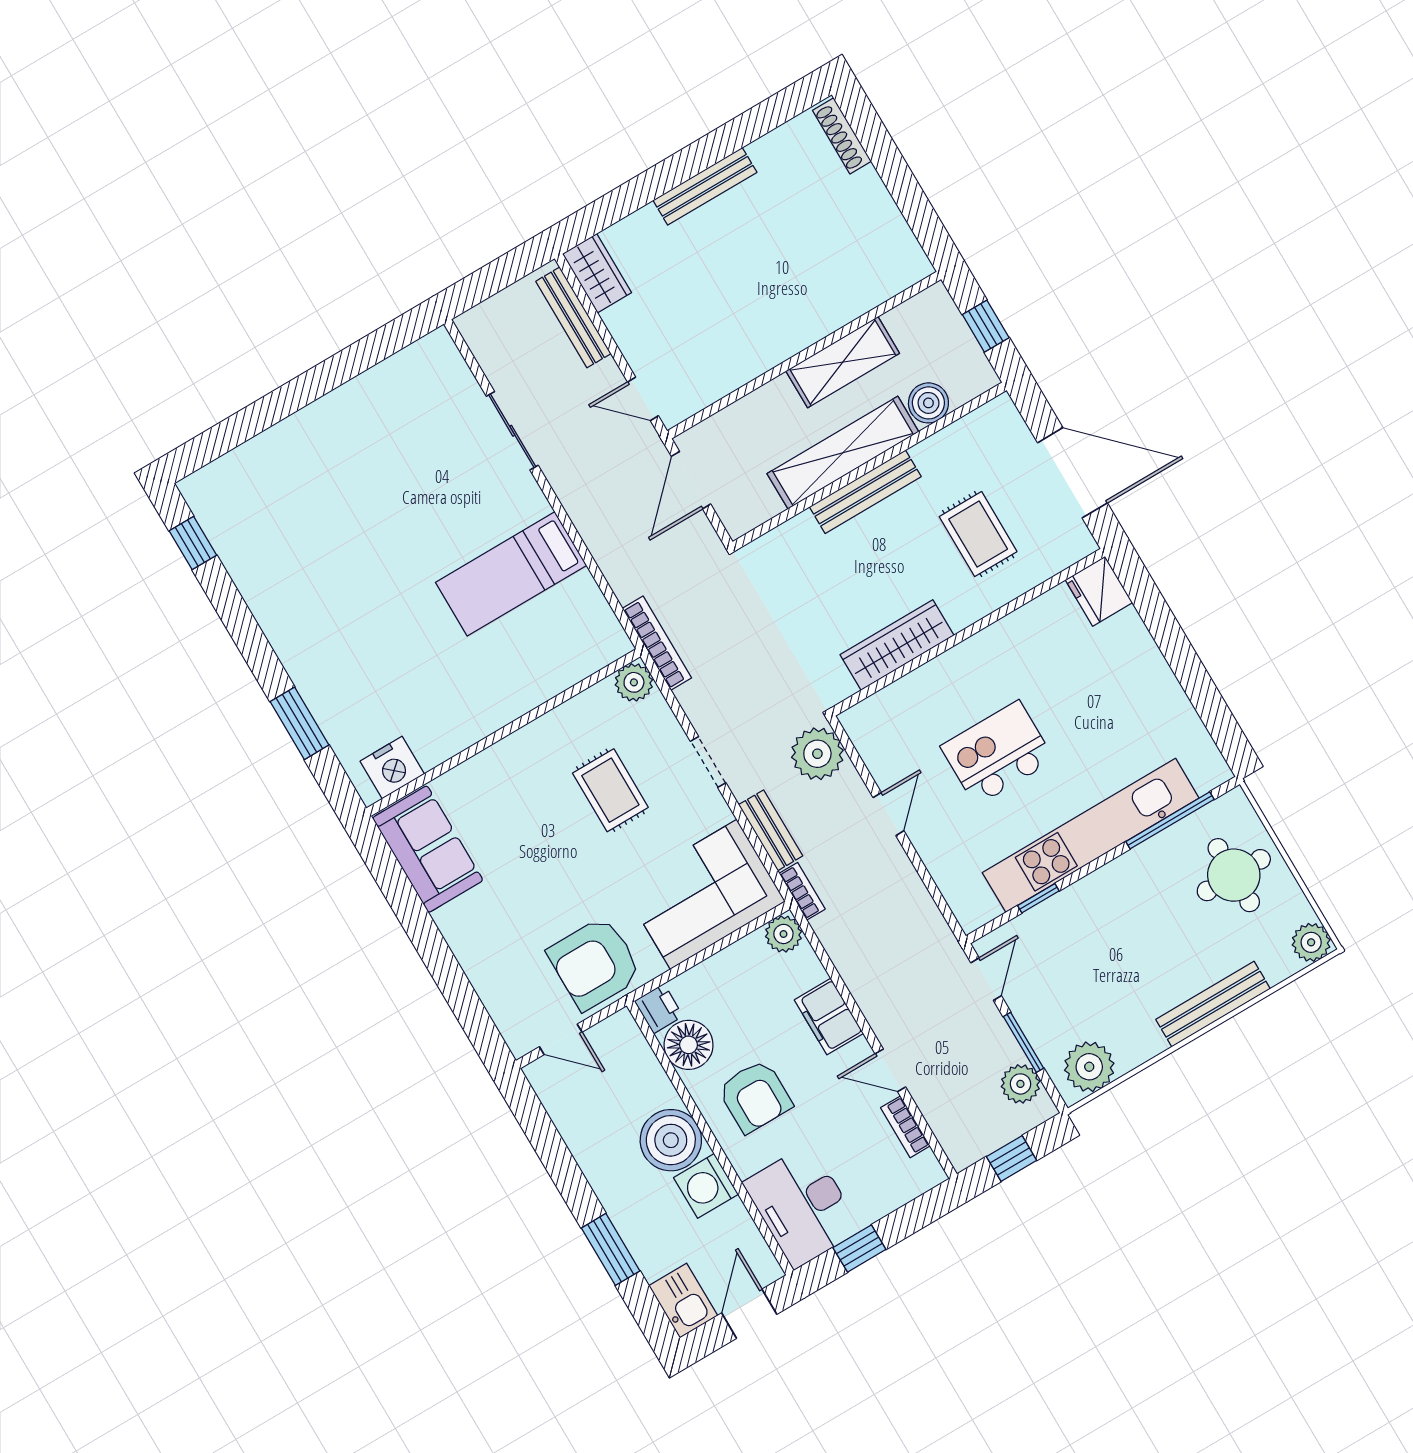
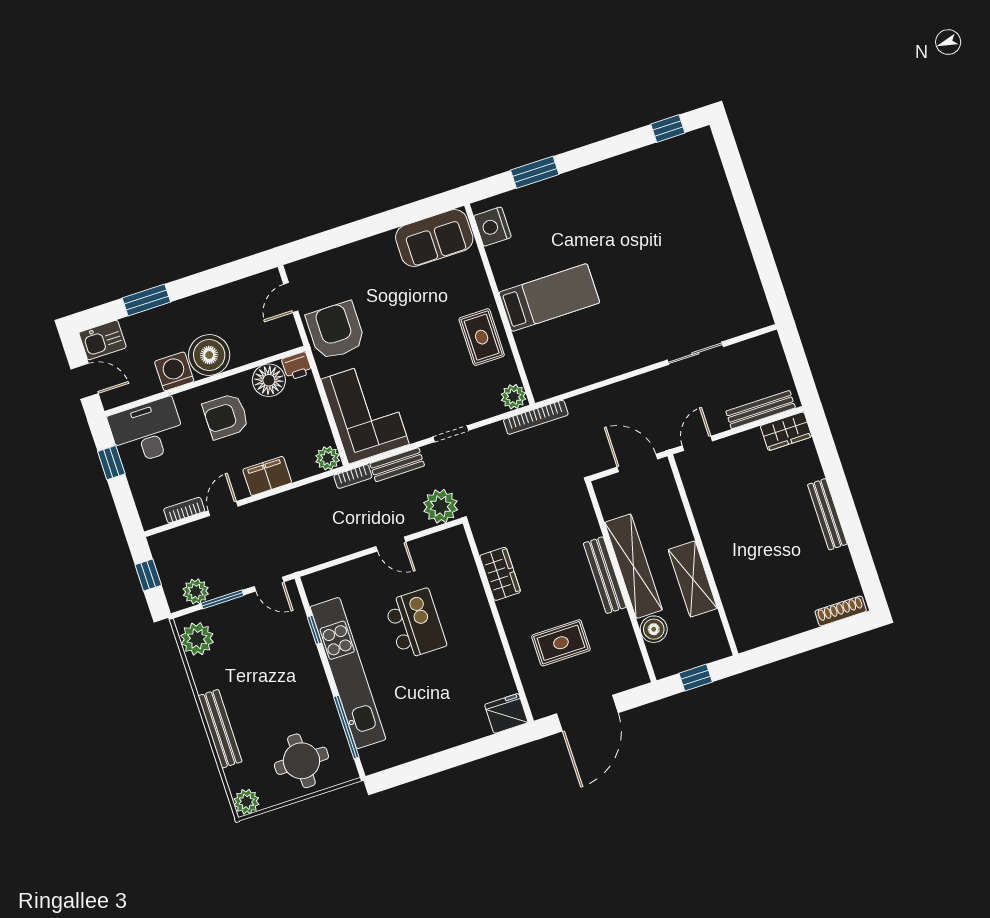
bed: (511, 574) -> (549, 298), moved, turned 90
wardrobe: (897, 645) -> (500, 574), width x0.67
rug: (610, 790) -> (482, 337), moved, turned 90

